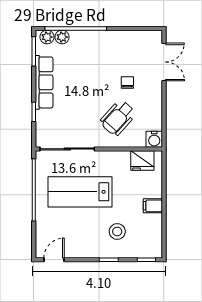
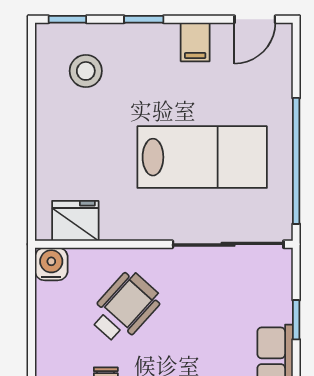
filing cabinet: (153, 206) -> (195, 42), moved, turned 90
stool: (117, 231) -> (86, 71), moved

